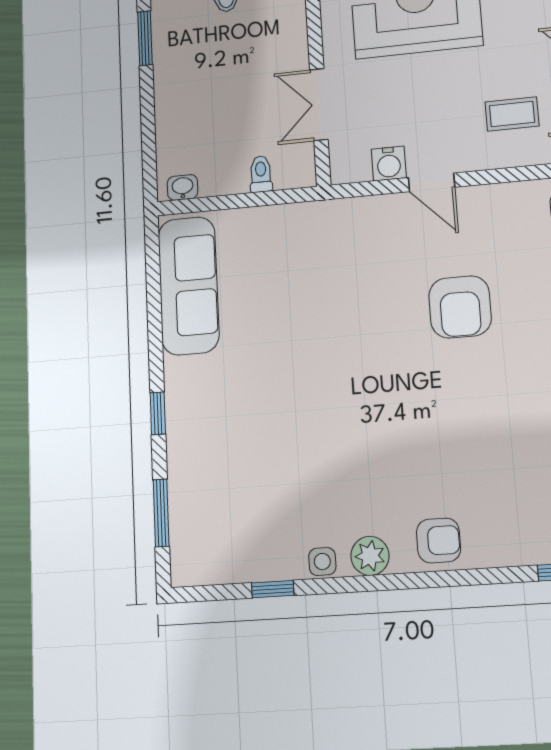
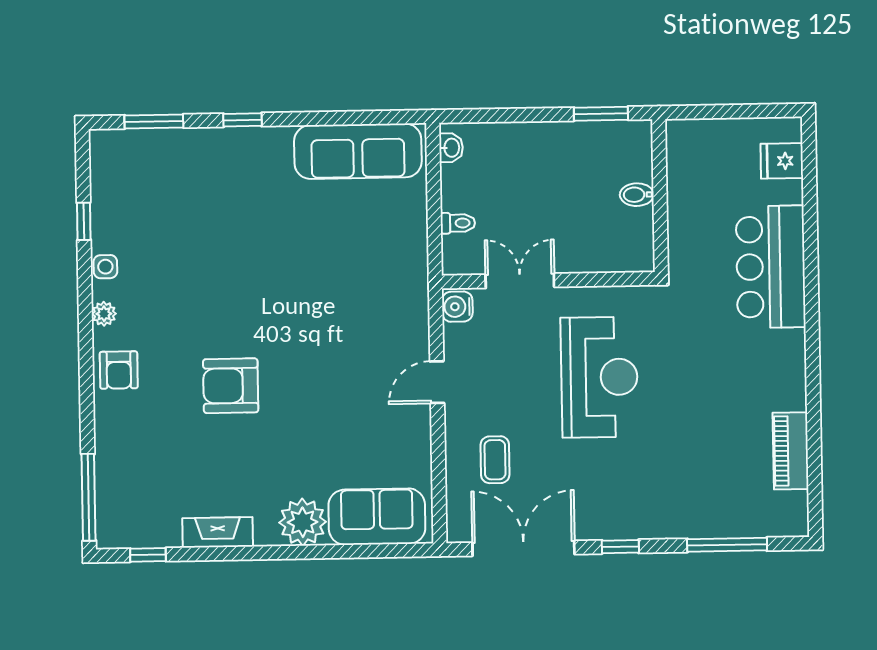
water cooler: (389, 163) -> (457, 307), moved
armchair: (460, 307) -> (231, 386), moved
plant: (370, 556) -> (104, 314), width x0.73, depth x0.73

